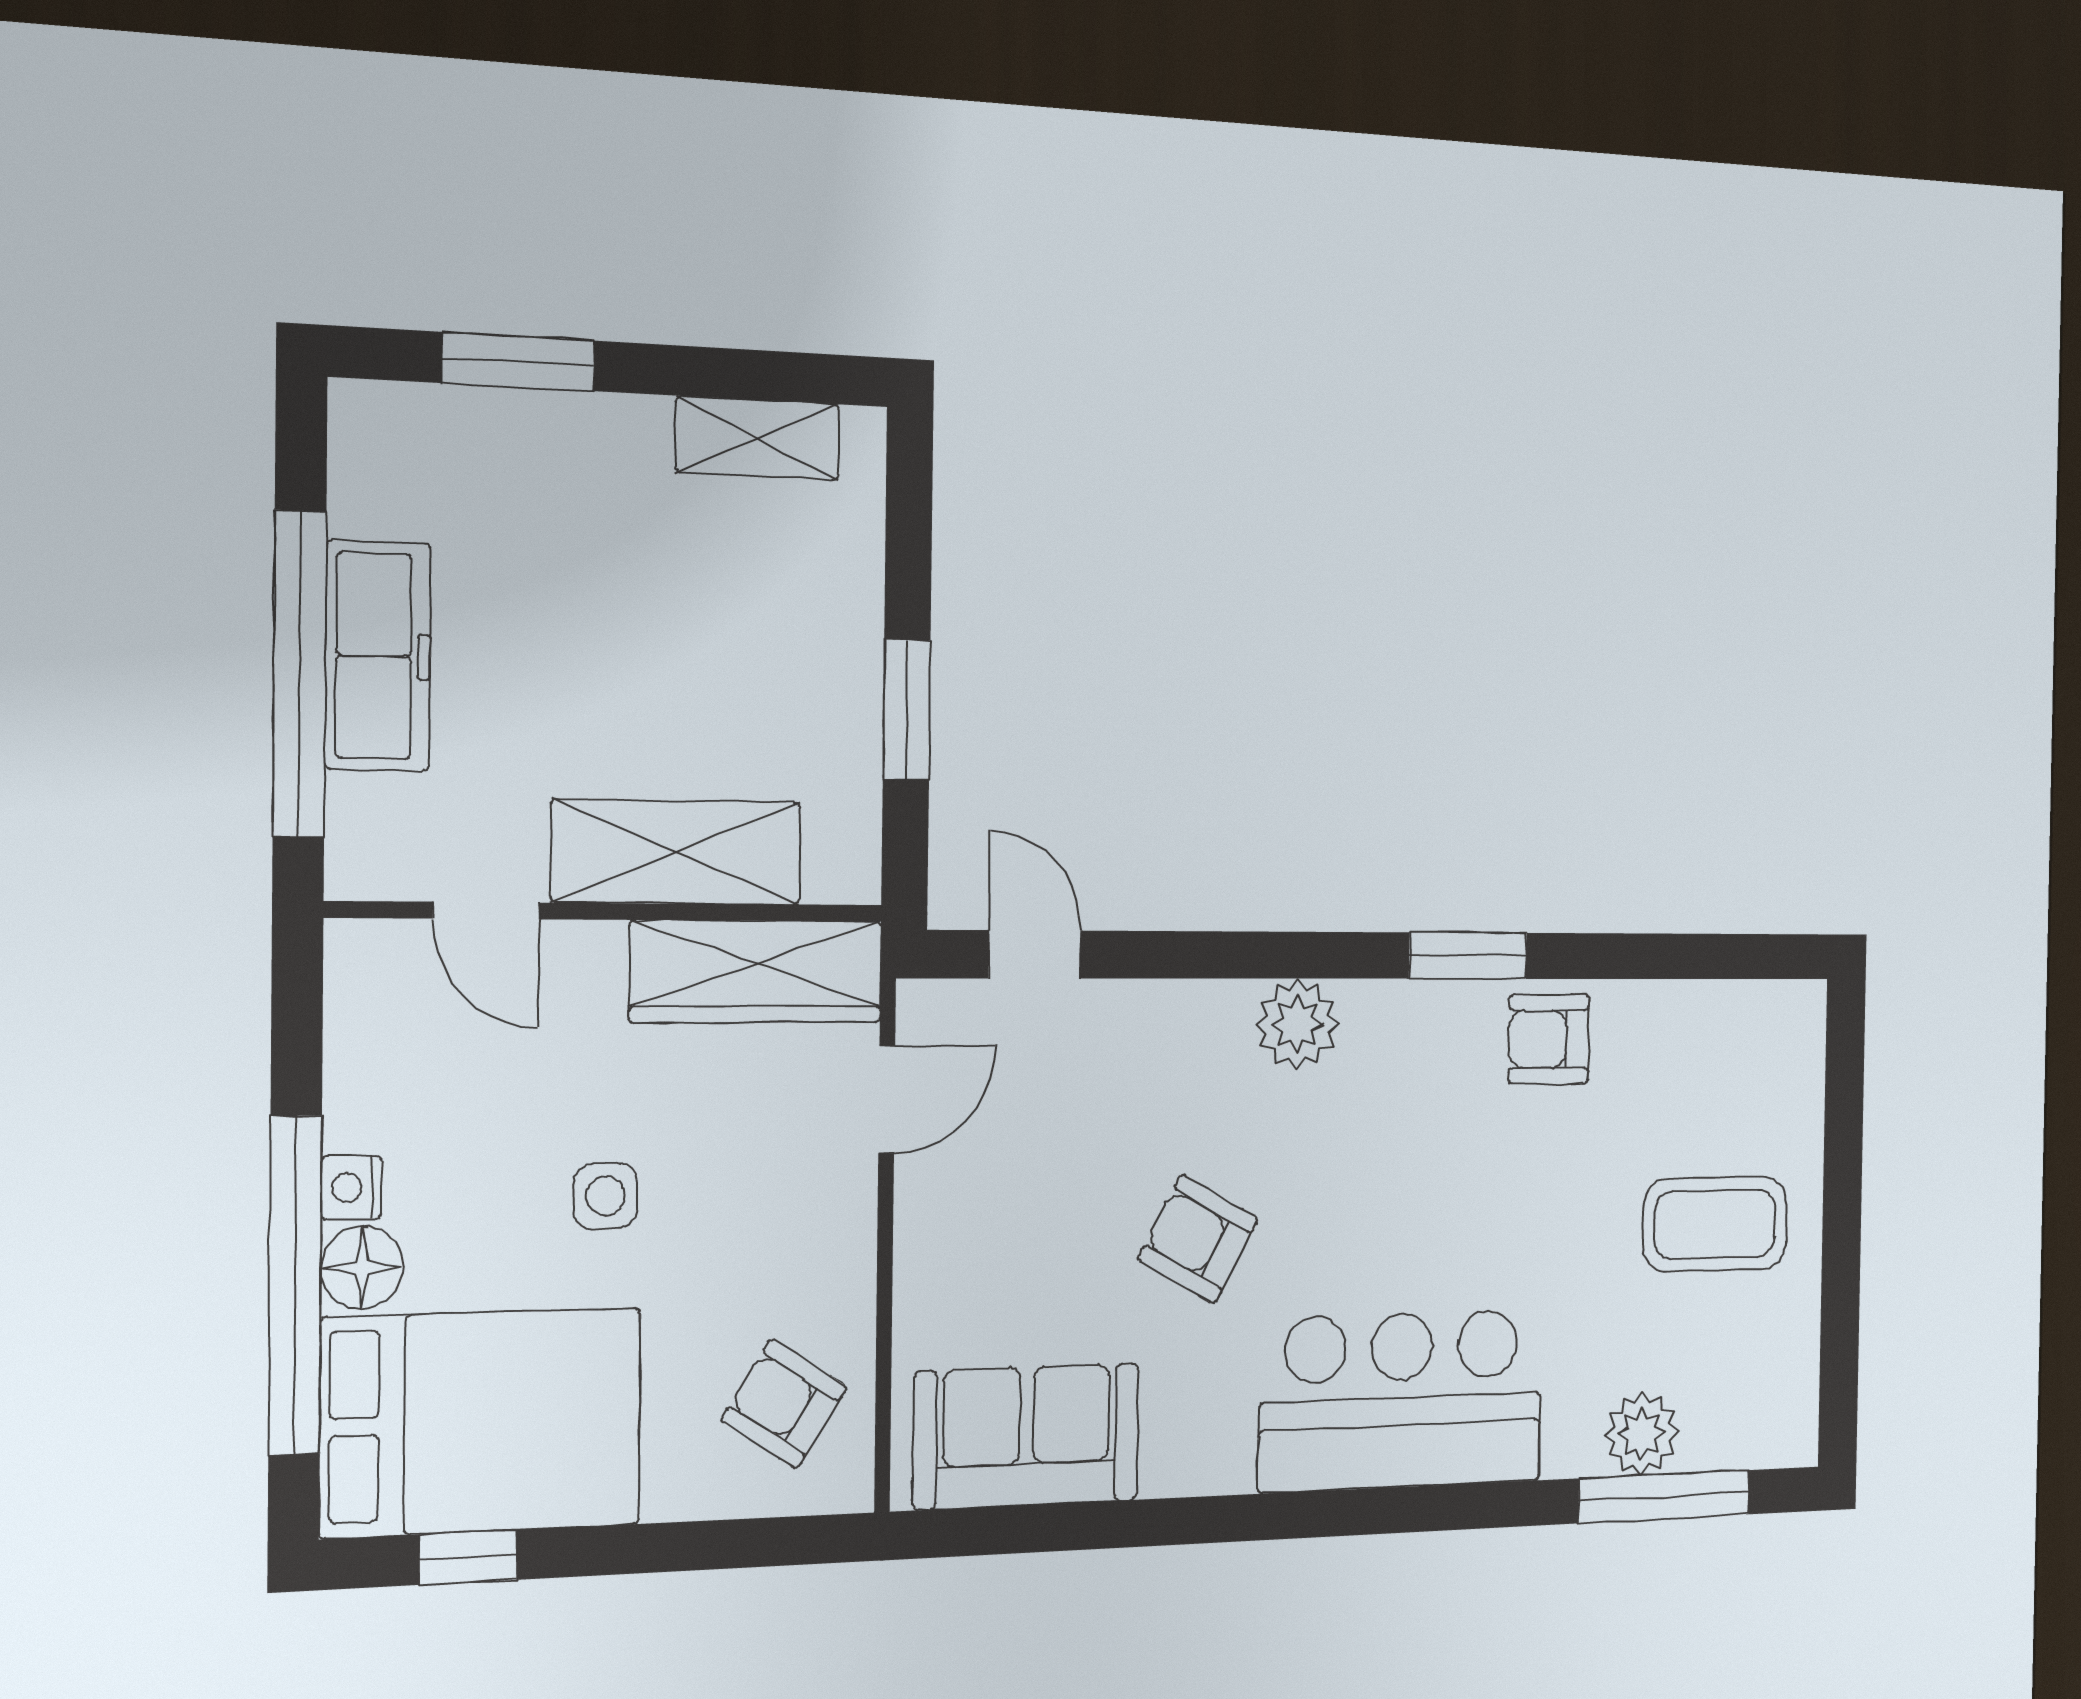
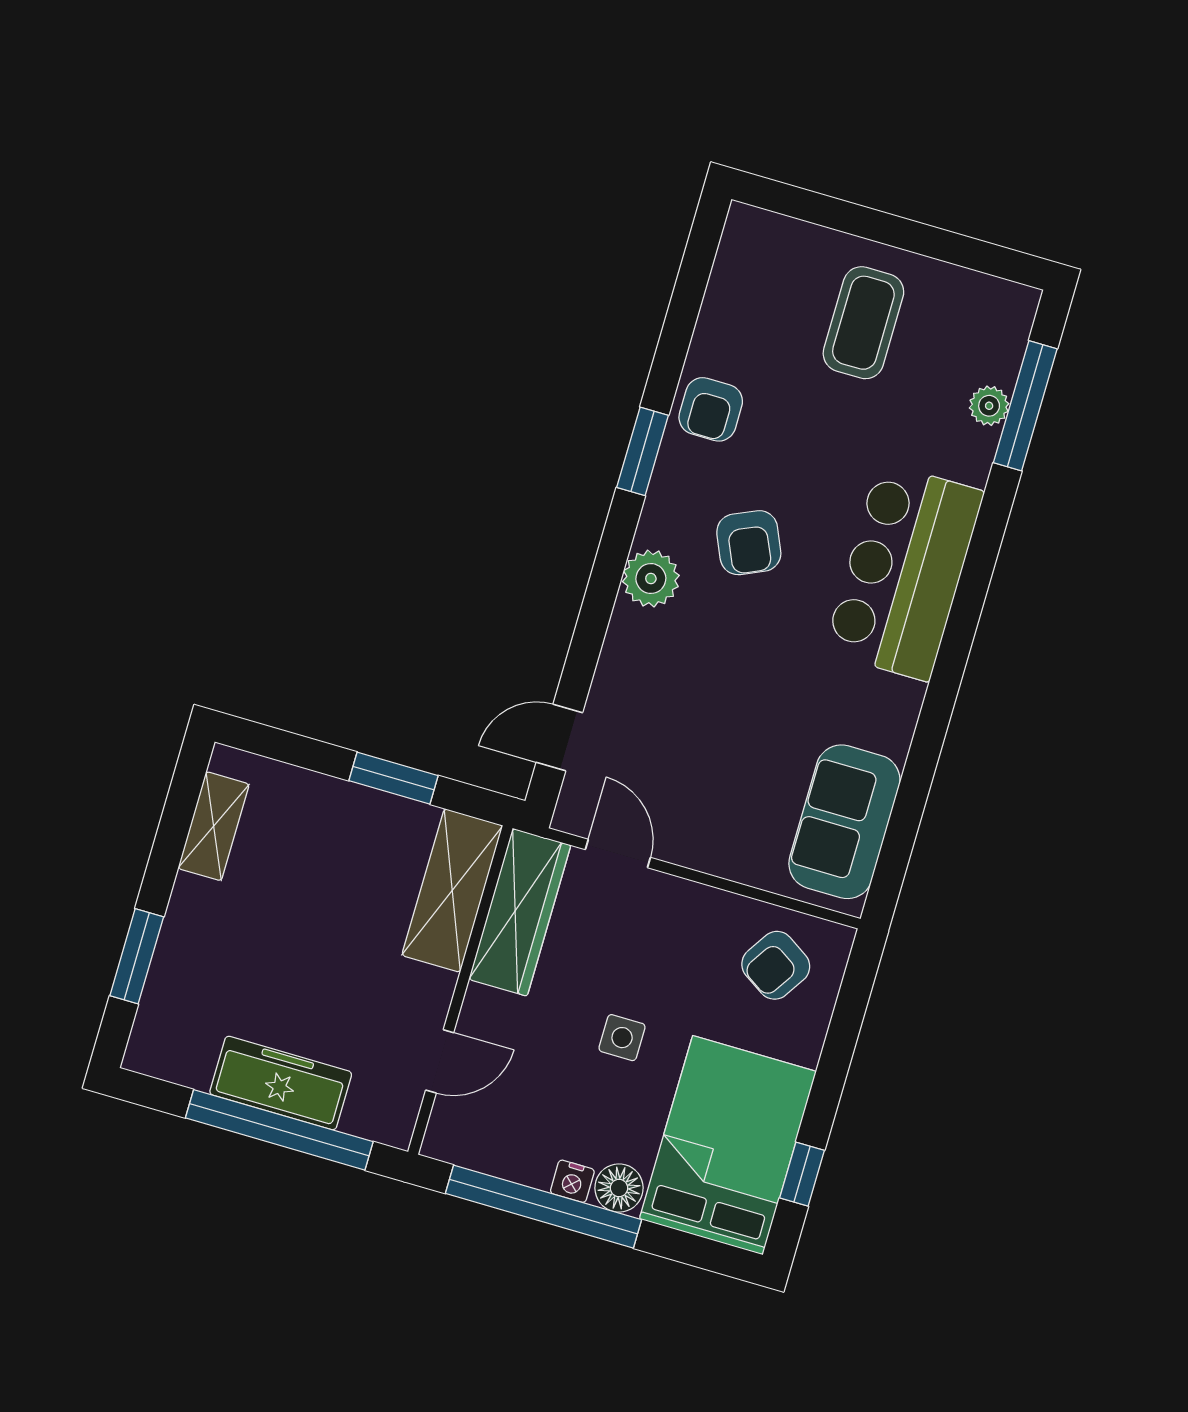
shelving: (677, 852) -> (452, 890), moved
armchair: (1198, 1239) -> (749, 543), moved, turned -53
window: (295, 1285) -> (543, 1207), moved
plant: (1642, 1434) -> (989, 406), width x0.73, depth x0.73

